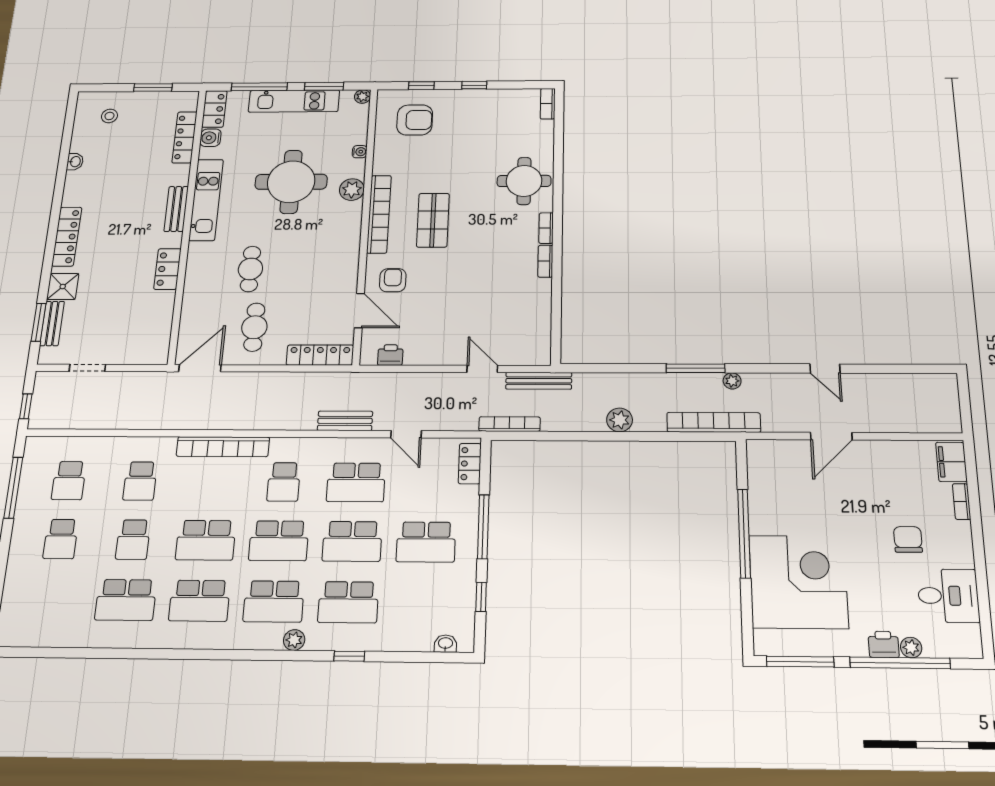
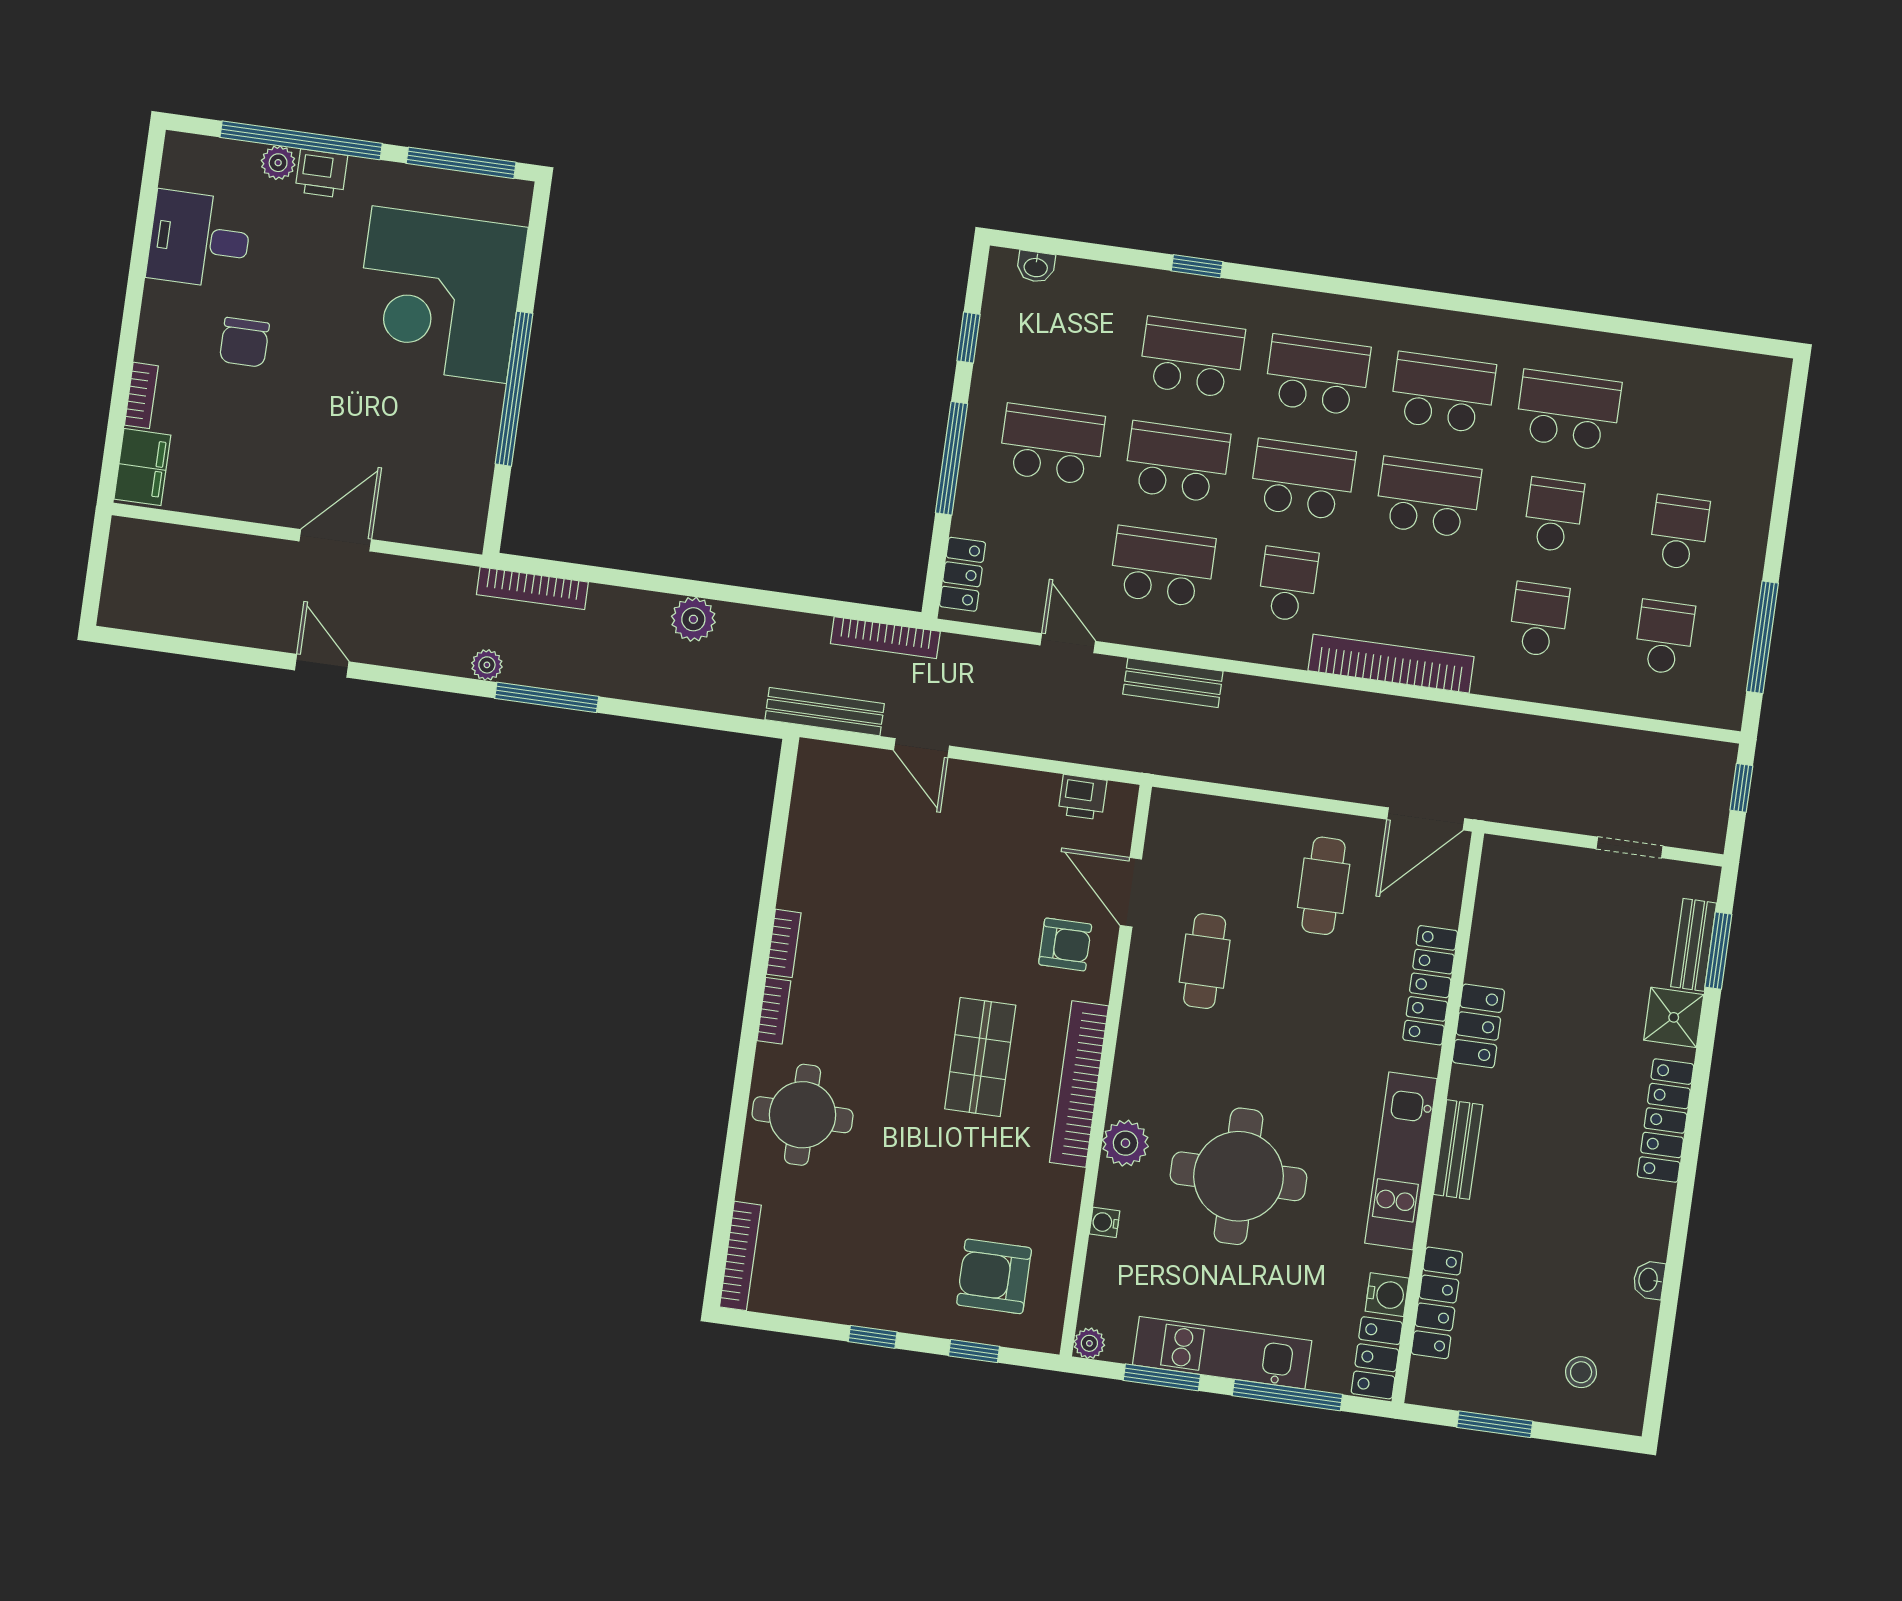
bookcase: (548, 104) -> (740, 1256), width x1.56
cafe table: (250, 269) -> (1205, 961), moved
armchair: (393, 280) -> (1065, 944), turned -90
locker: (320, 355) -> (1430, 985), moved, turned 90
bookcase: (714, 422) -> (532, 588), width x0.68, depth x0.76
plant: (294, 640) -> (1287, 305), removed

